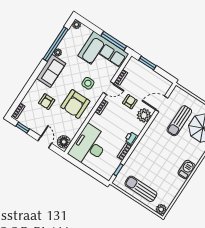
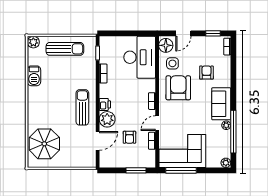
side table: (88, 83) -> (172, 63), moved
armchair: (130, 102) -> (129, 137), moved
sun lounger: (179, 121) -> (82, 107), moved
printer: (131, 138) -> (105, 104), moved
door: (45, 142) -> (183, 33), hinge flipped
barbecue: (187, 170) -> (34, 76), moved

